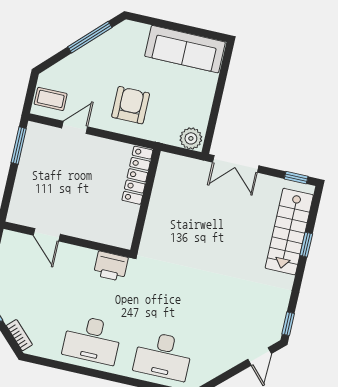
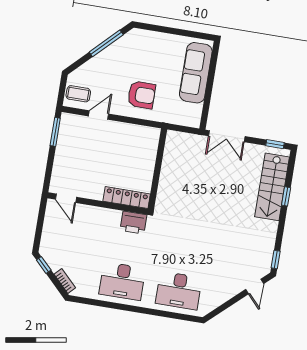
sofa: (185, 49) -> (196, 73), moved, turned 90
armchair: (131, 105) -> (141, 95), turned 90
plant: (191, 138) -> (190, 118), removed
locker: (137, 175) -> (127, 198), moved, turned 90
door: (47, 235) -> (66, 198), moved

